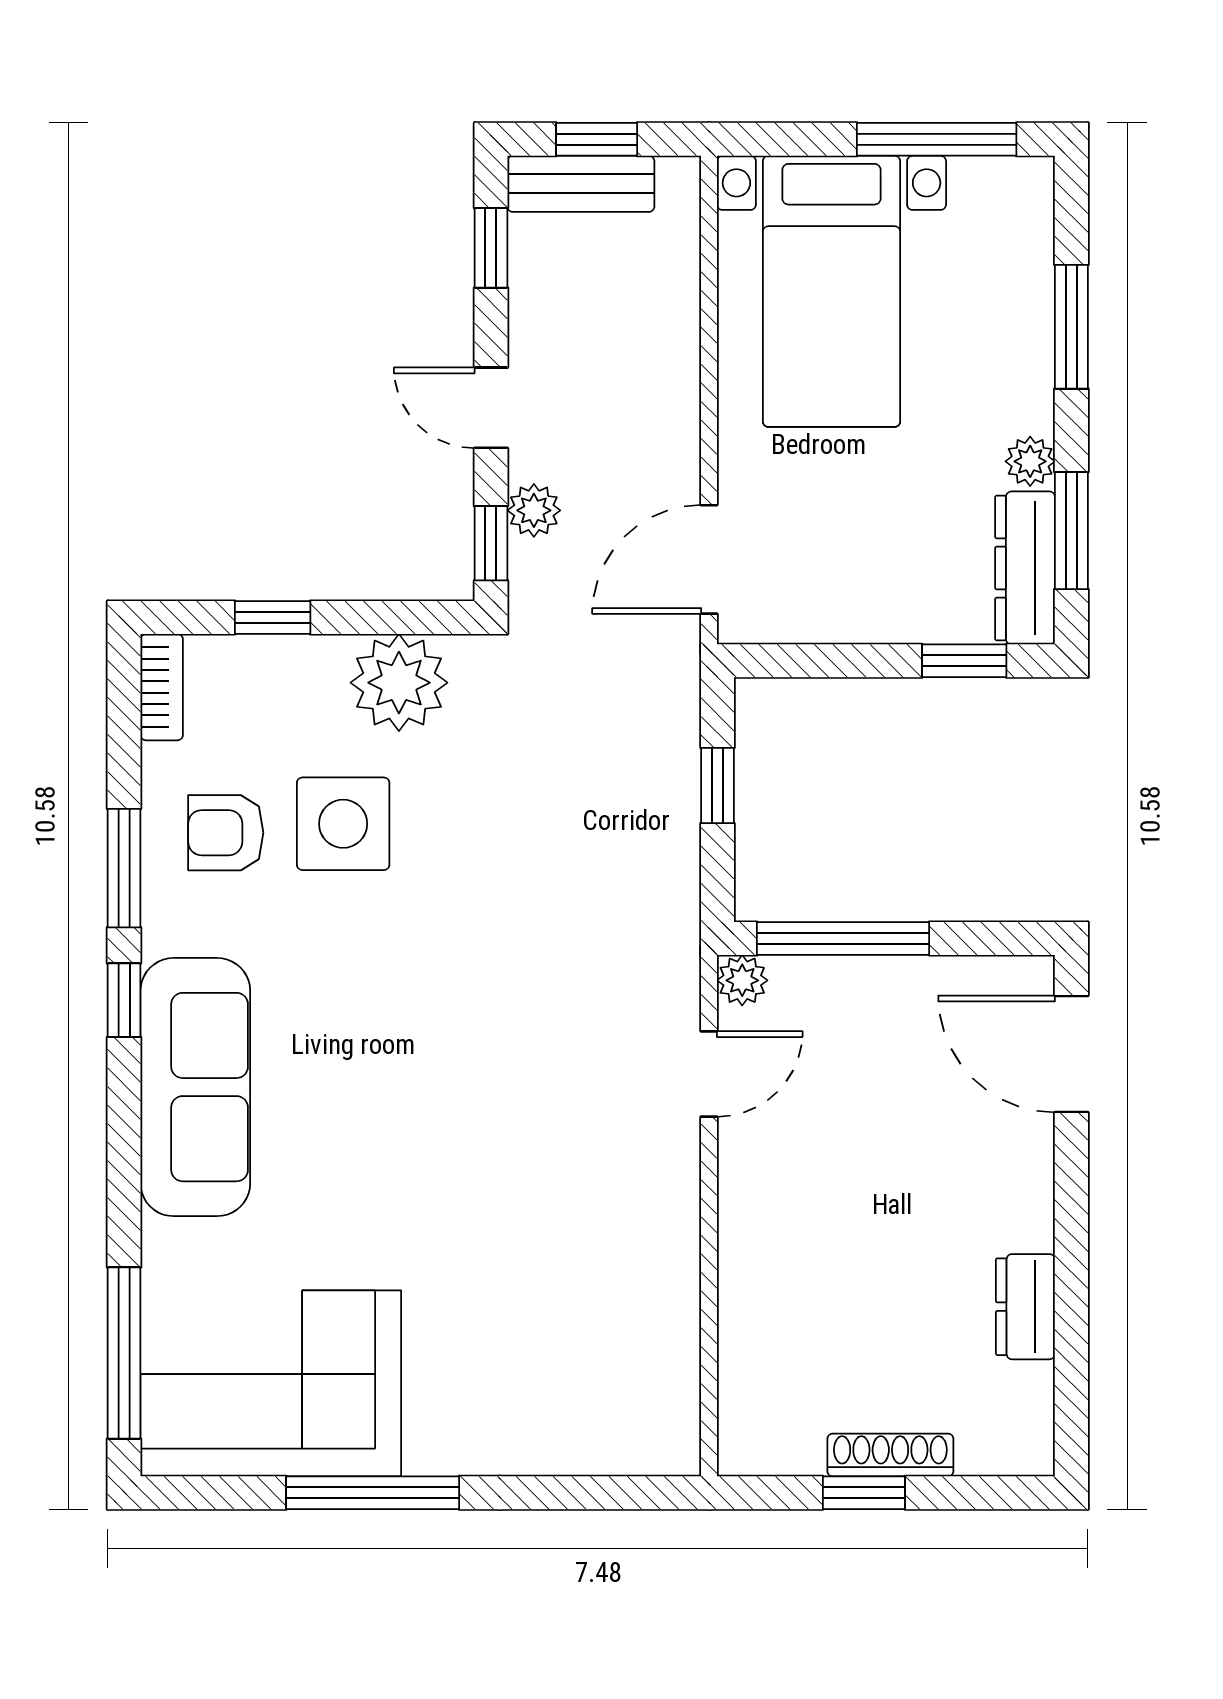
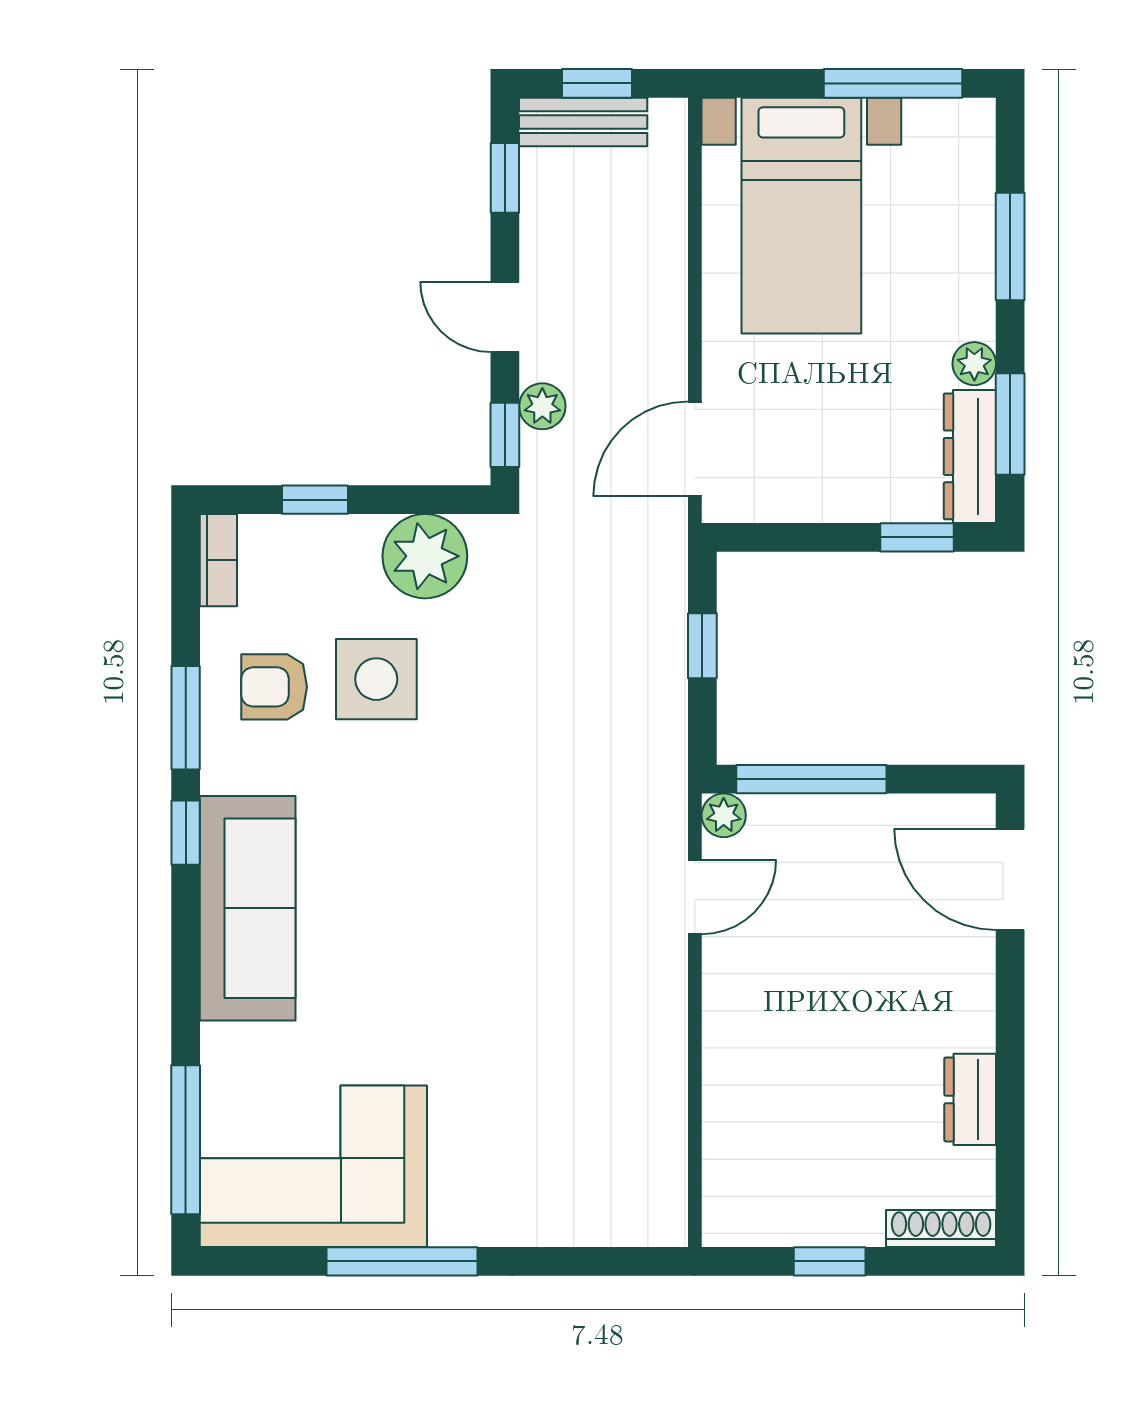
shoe rack: (890, 1455) -> (941, 1229), moved

